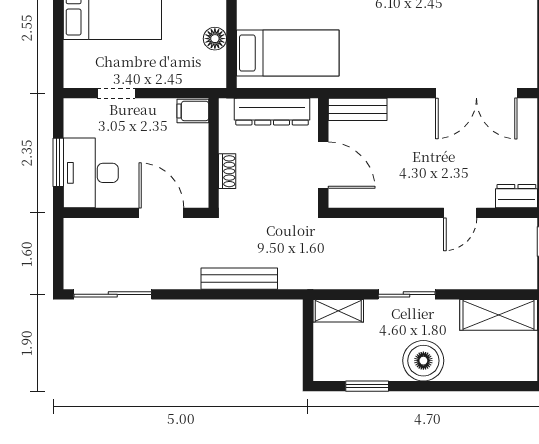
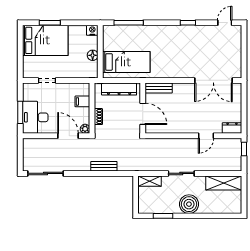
filing cabinet: (193, 111) -> (82, 101), moved
plant: (199, 198) -> (85, 129), added
bench: (239, 279) -> (104, 166), width x0.73

